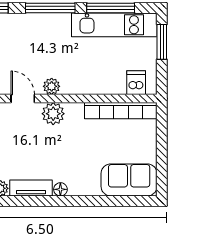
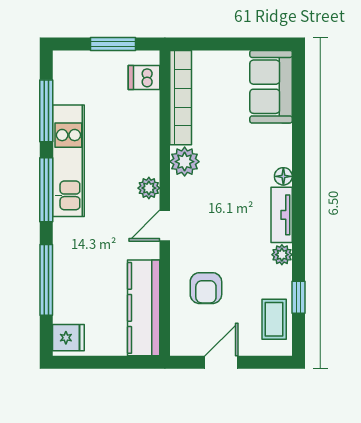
kitchen unit: (114, 25) -> (68, 161), moved
window: (162, 42) -> (113, 44), moved
plant: (53, 114) -> (185, 162), moved

